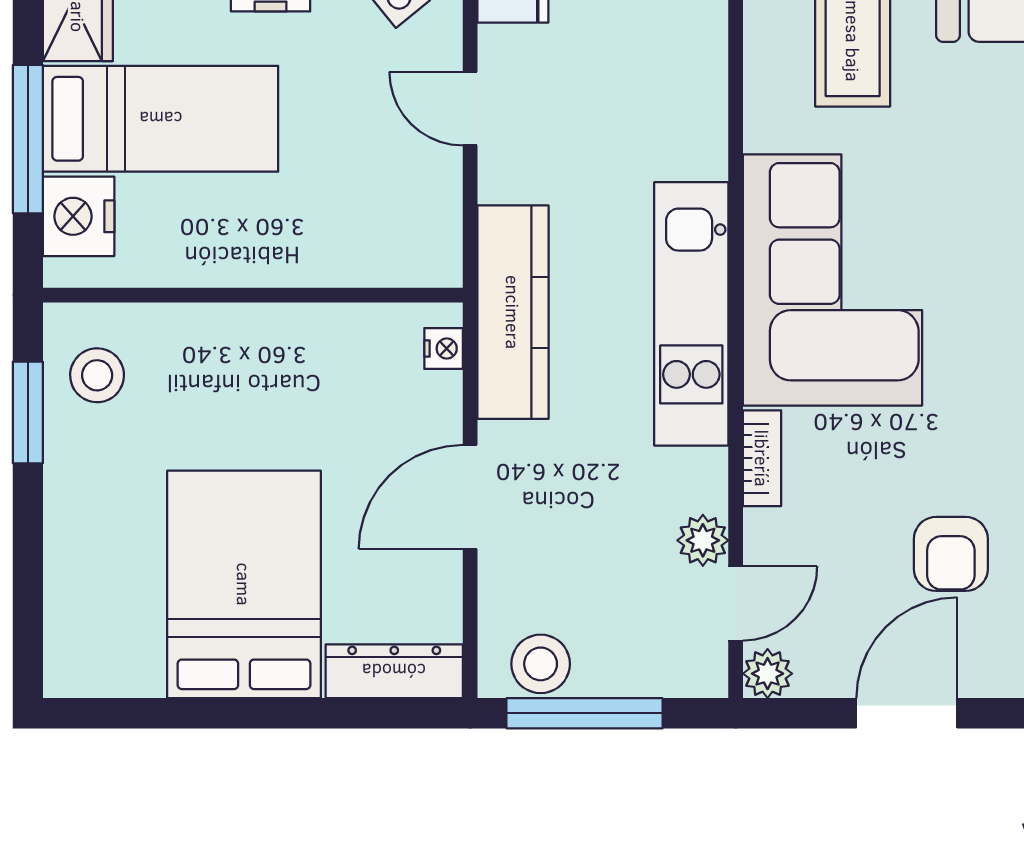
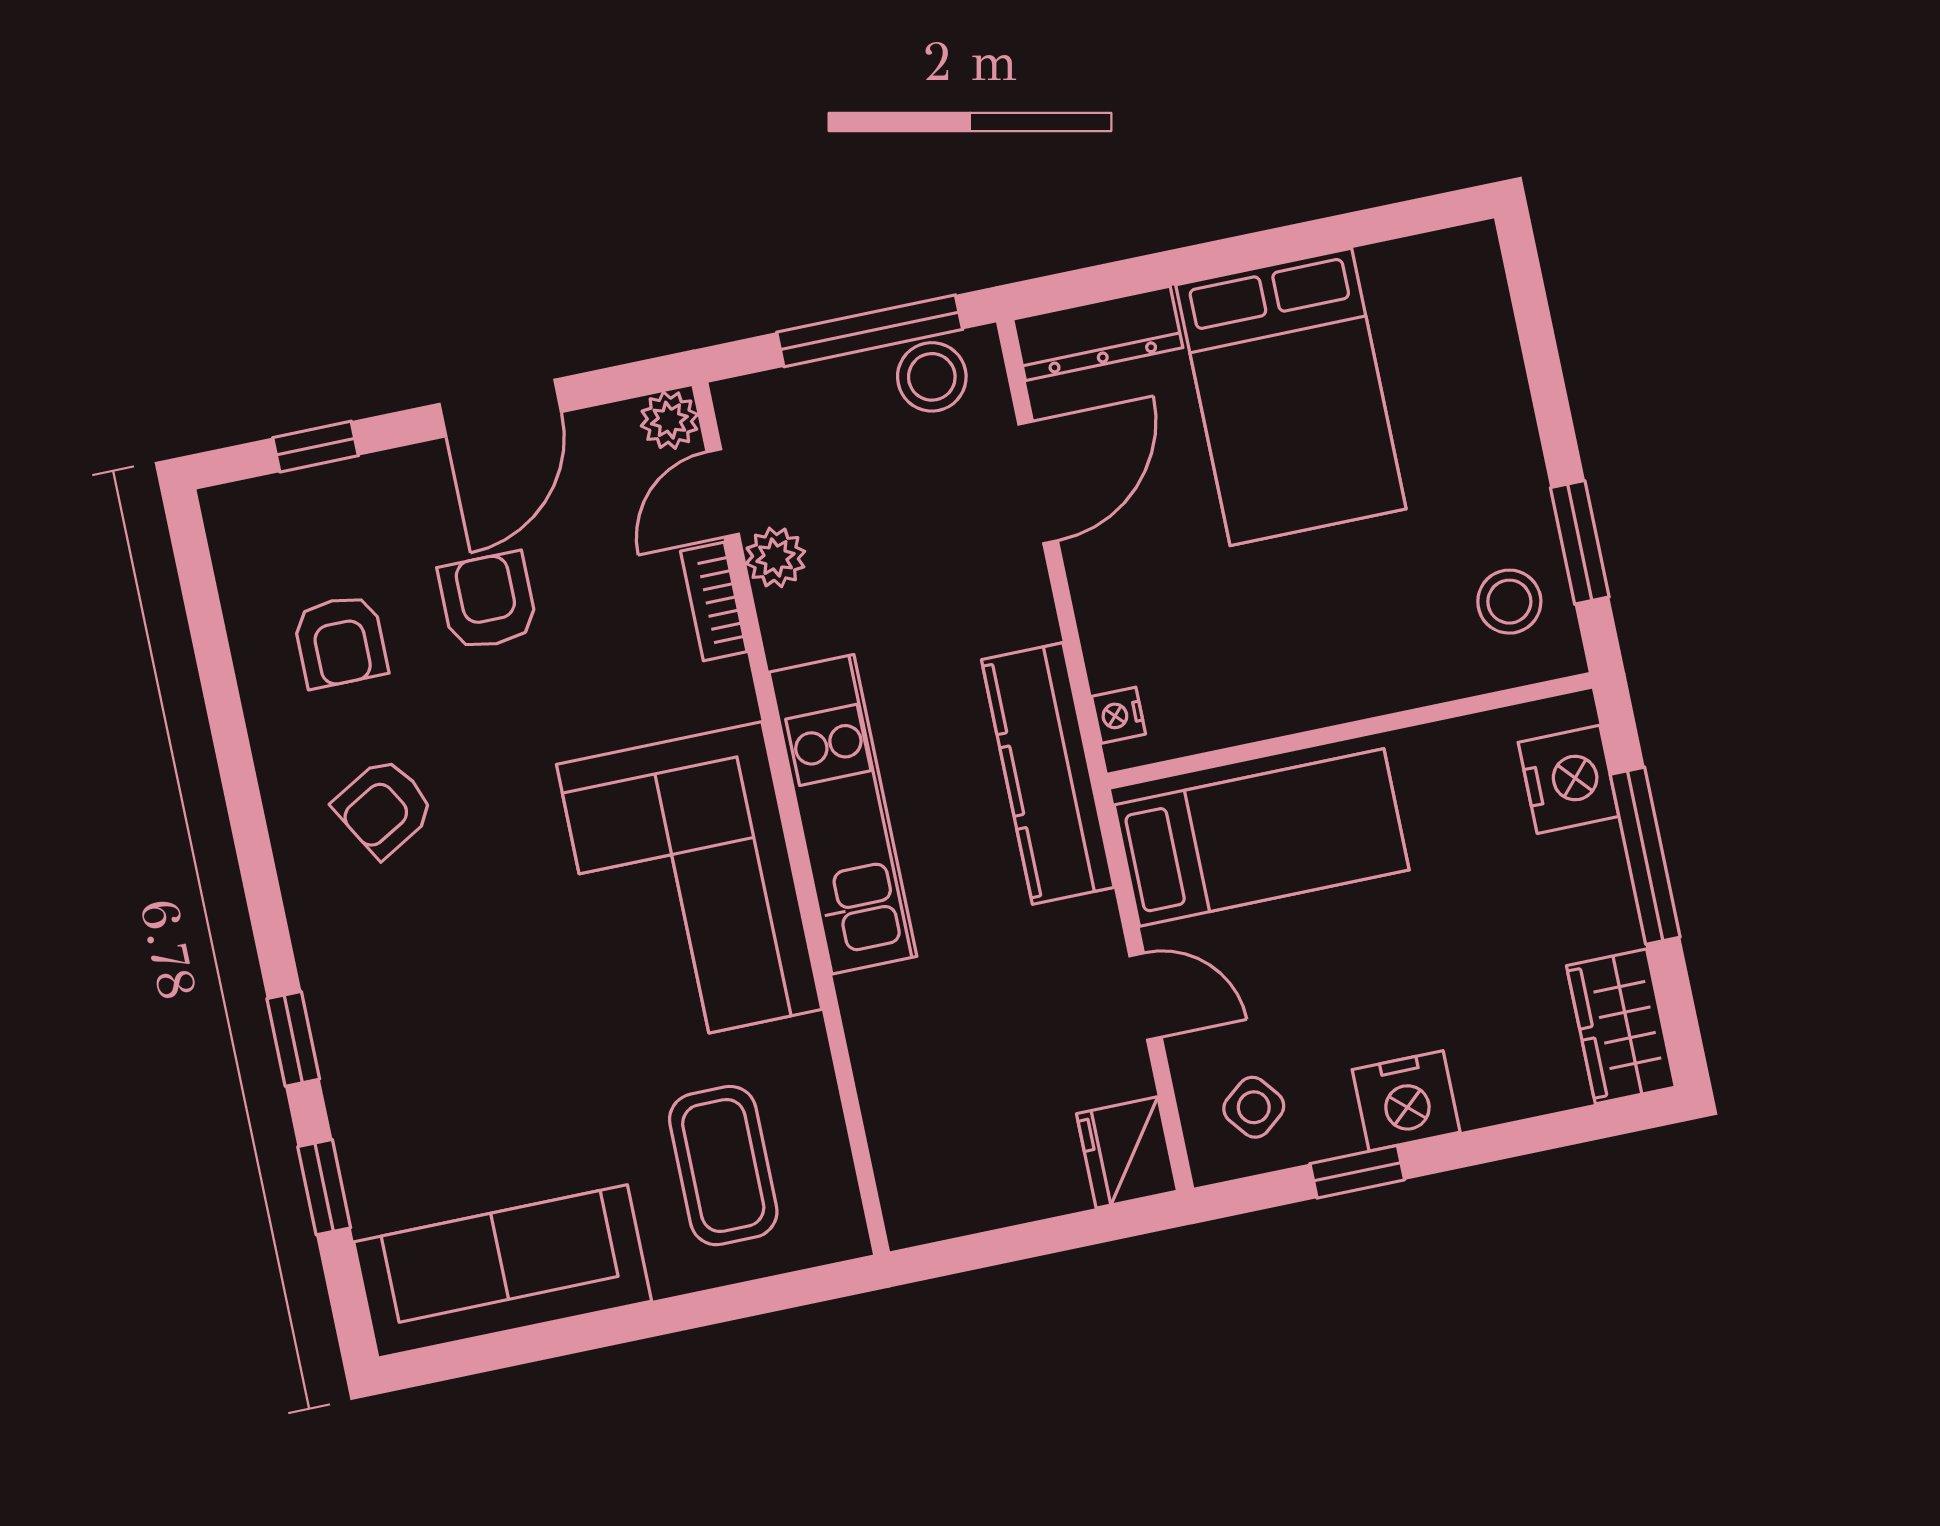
bed: (161, 119) -> (1262, 837), moved, turned 180
bookcase: (762, 458) -> (714, 601), moved
door: (470, 497) -> (1038, 482), moved

